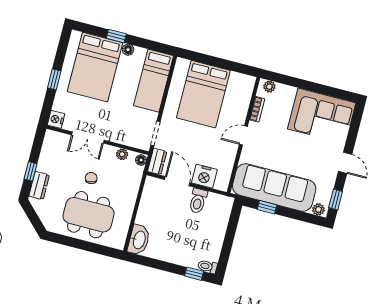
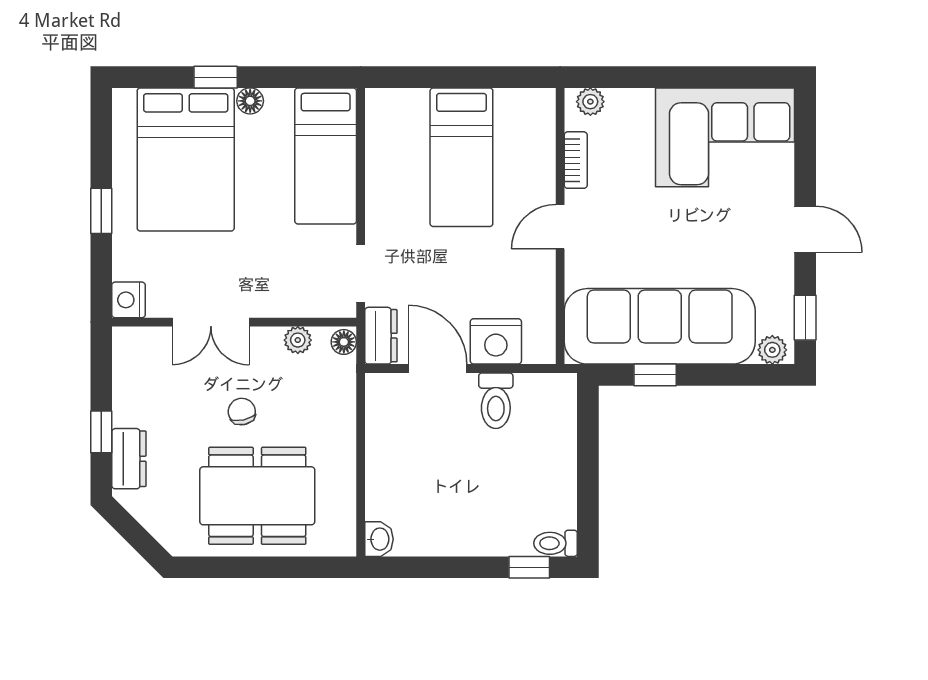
bed: (203, 94) -> (461, 157), width x0.67
washbasin: (139, 240) -> (379, 539), width x0.52, depth x0.69

